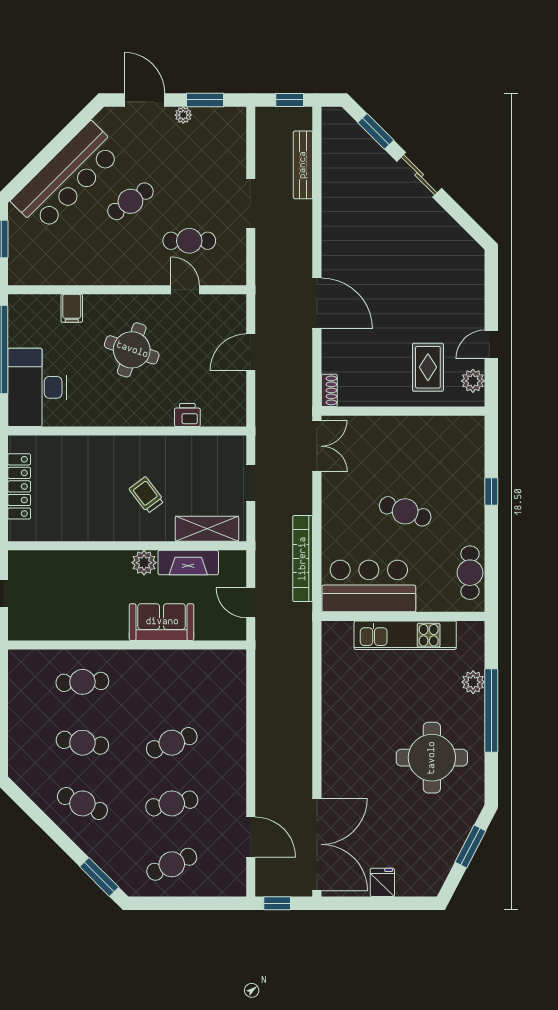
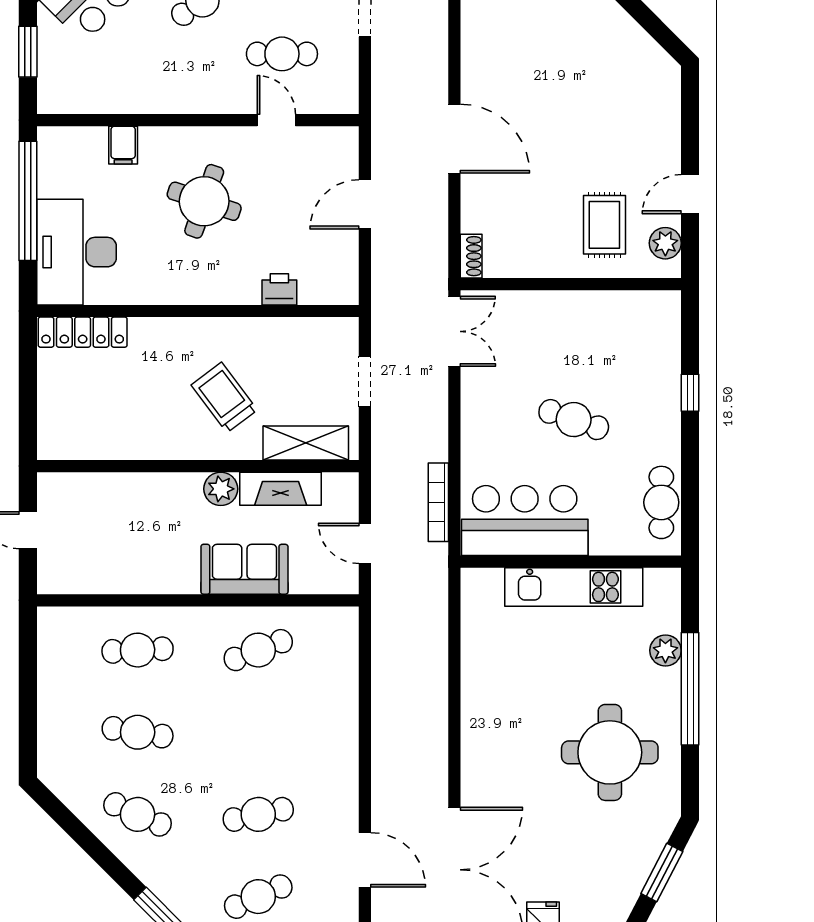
locker: (19, 486) -> (83, 332), moved, turned 90
trolley: (147, 495) -> (224, 397), width x1.36, depth x1.39
bookcase: (303, 559) -> (438, 502), width x0.68, depth x0.76
cafe table: (172, 743) -> (258, 650), moved

